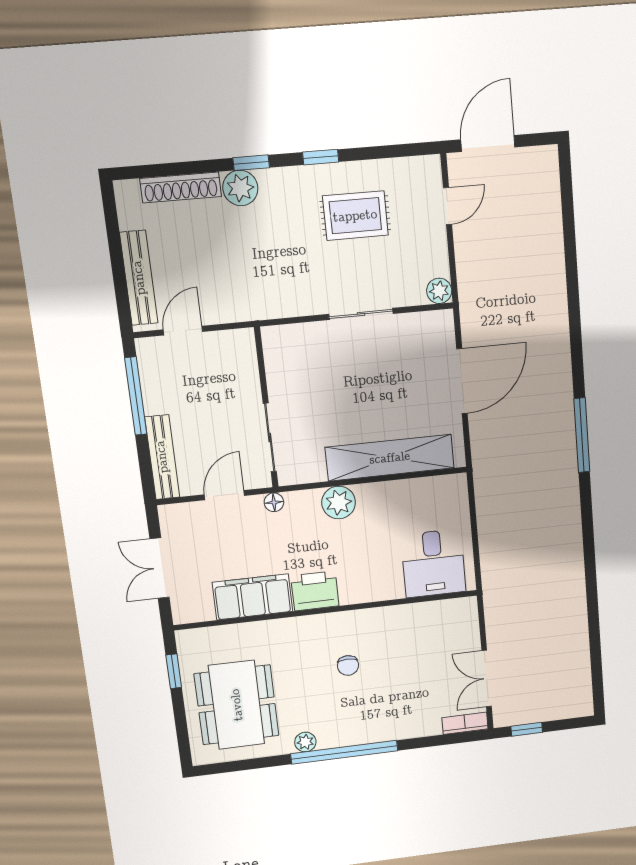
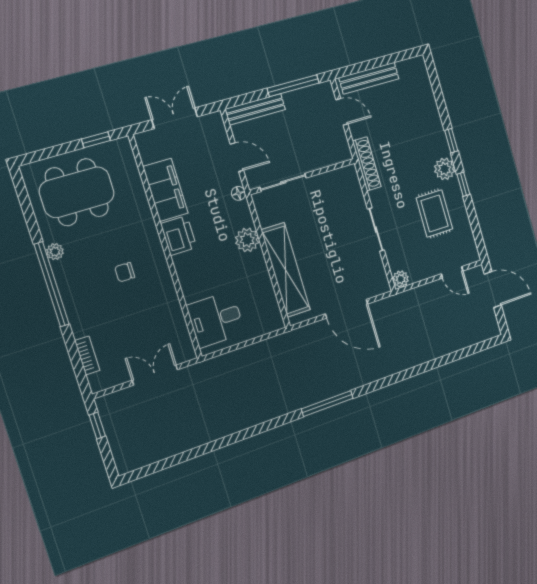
shoe rack: (181, 187) -> (367, 164), moved, turned 180
plant: (240, 188) -> (445, 169), moved
double door: (487, 679) -> (155, 375), moved
bookcase: (465, 723) -> (87, 355), moved

